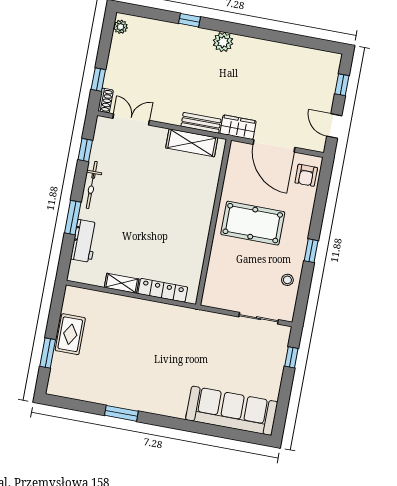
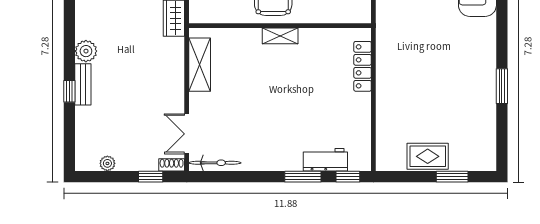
plant: (121, 27) -> (107, 163), moved
bench: (201, 123) -> (83, 84), moved
window: (85, 150) -> (348, 177), moved
bicycle: (92, 185) -> (215, 163), moved
shelving: (122, 283) -> (280, 36), moved, turned 90

